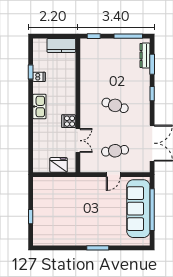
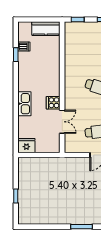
dishwasher: (39, 77) -> (24, 47), moved
kitchen sink: (39, 107) -> (24, 104), moved
fridge: (59, 165) -> (26, 146), moved

